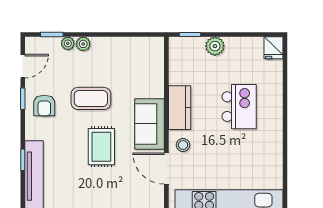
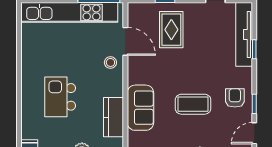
kitchen counter: (180, 108) -> (114, 117), moved
sofa: (150, 124) -> (140, 108), moved
rug: (101, 147) -> (171, 30), moved

